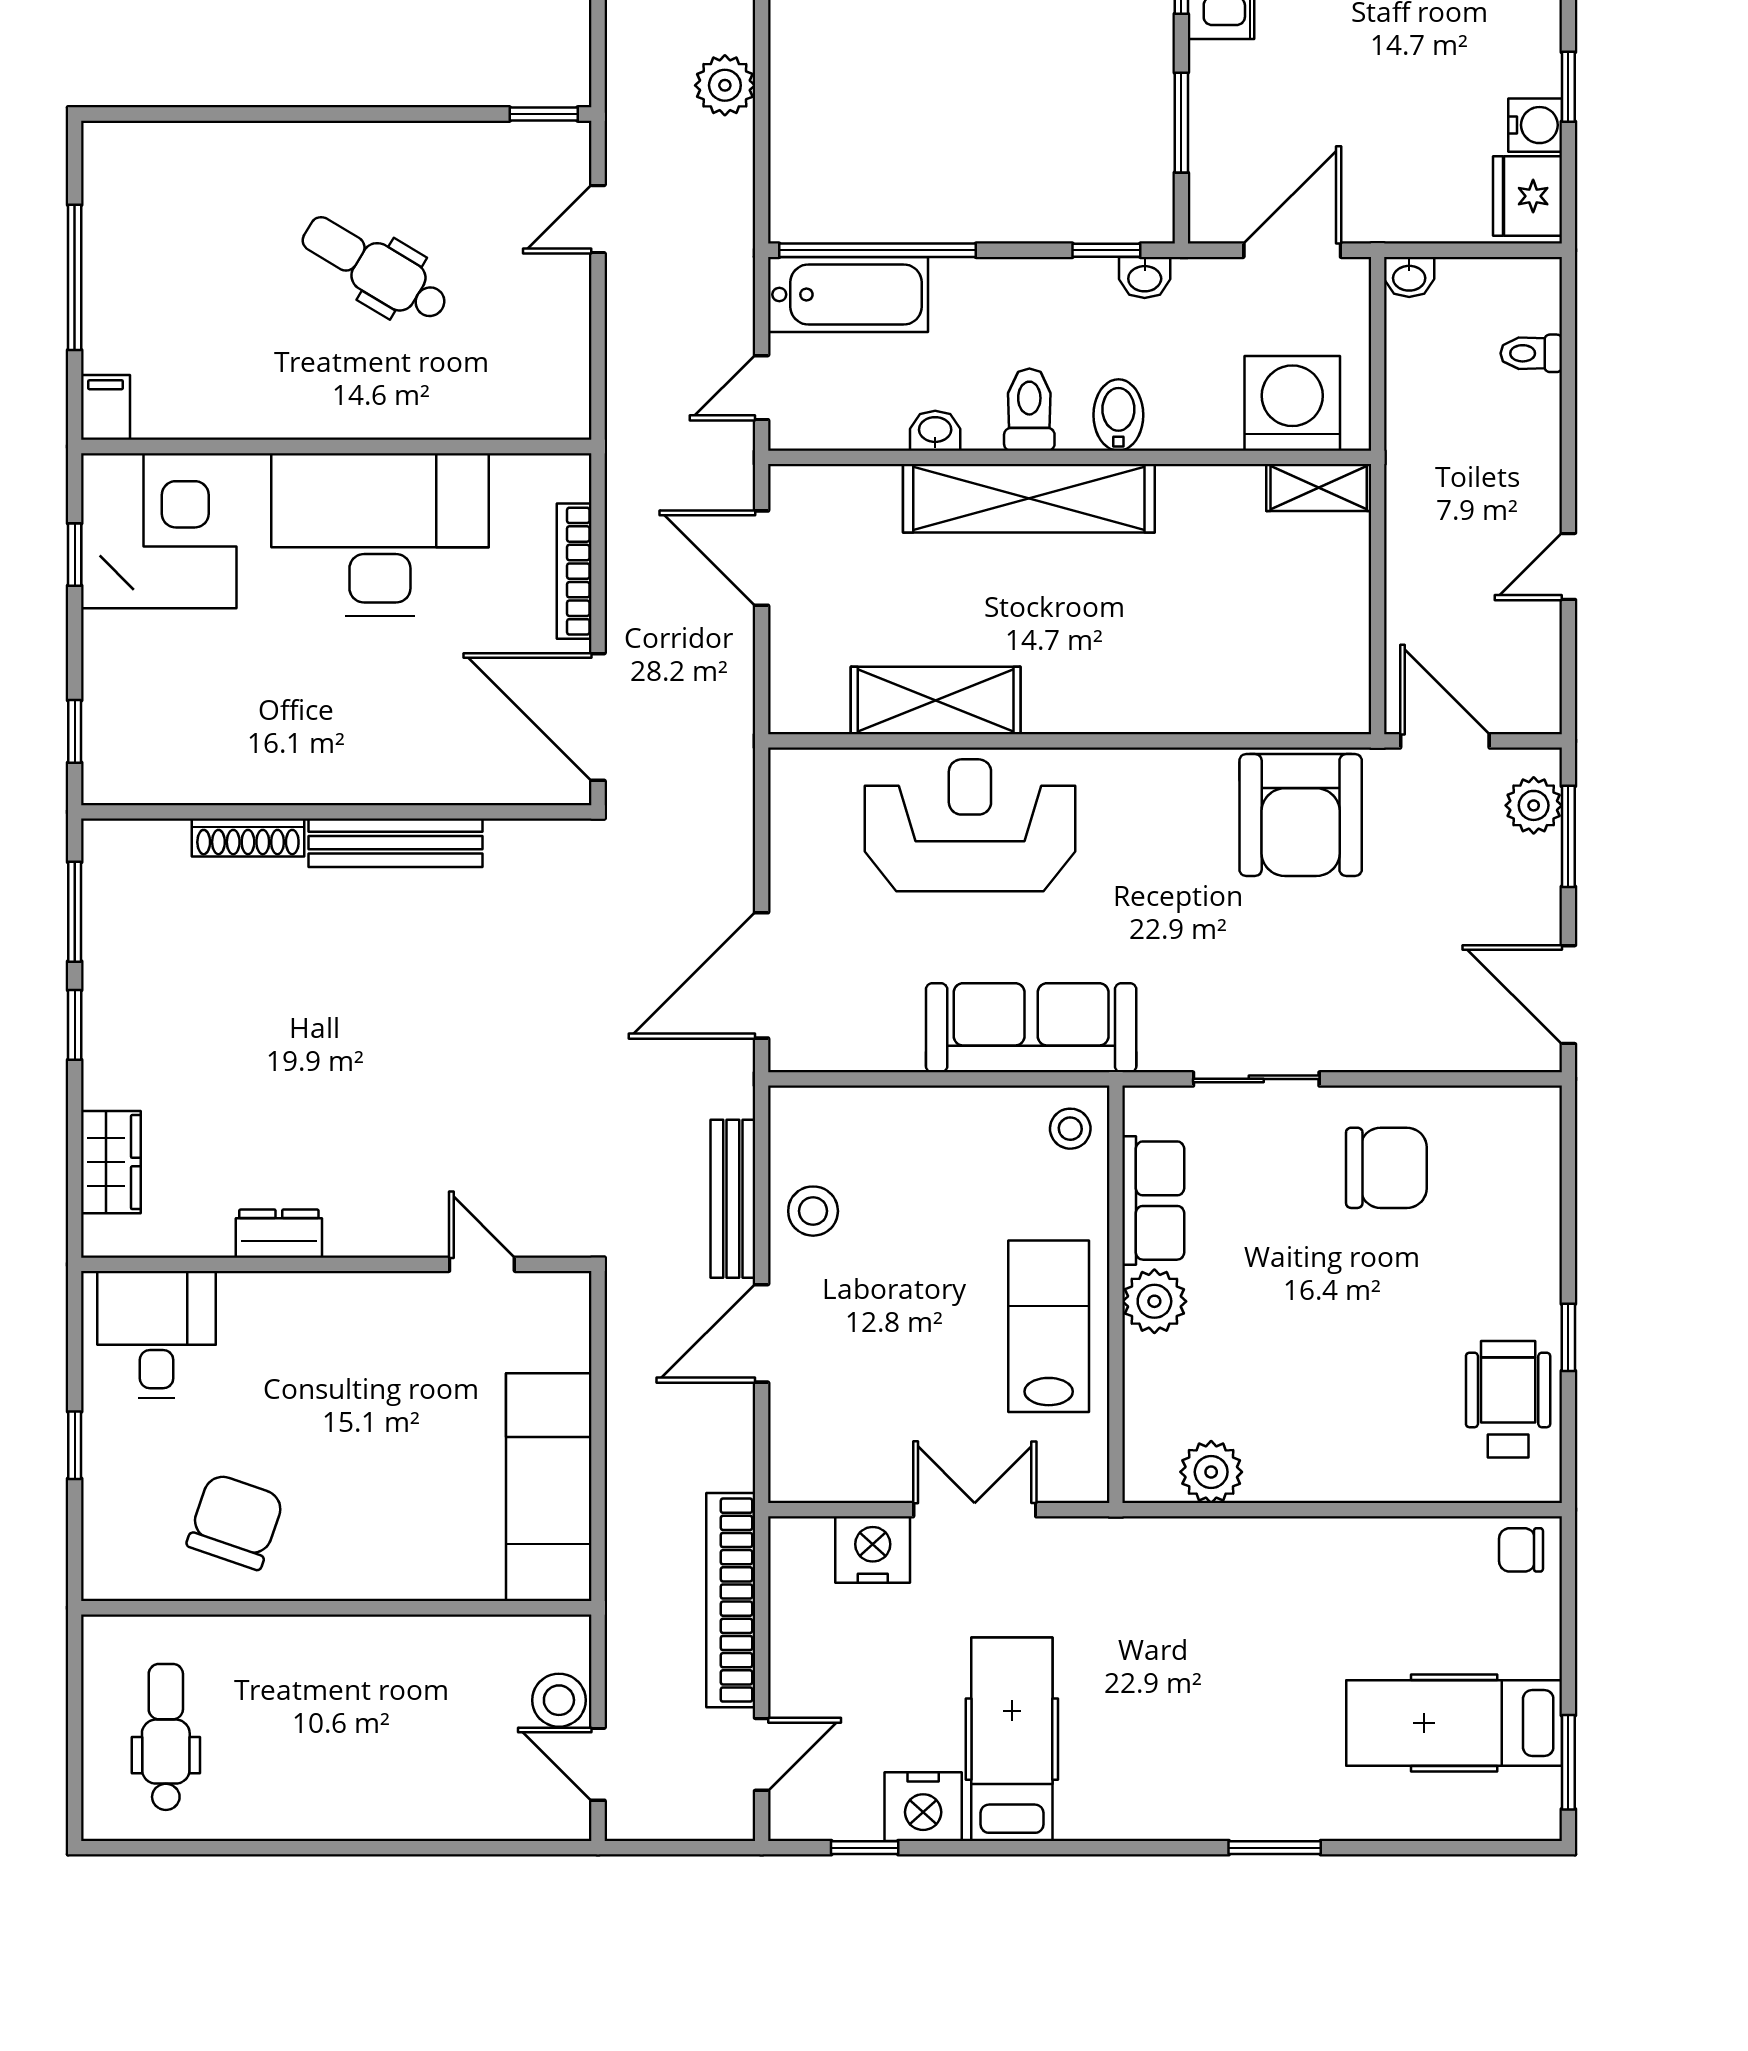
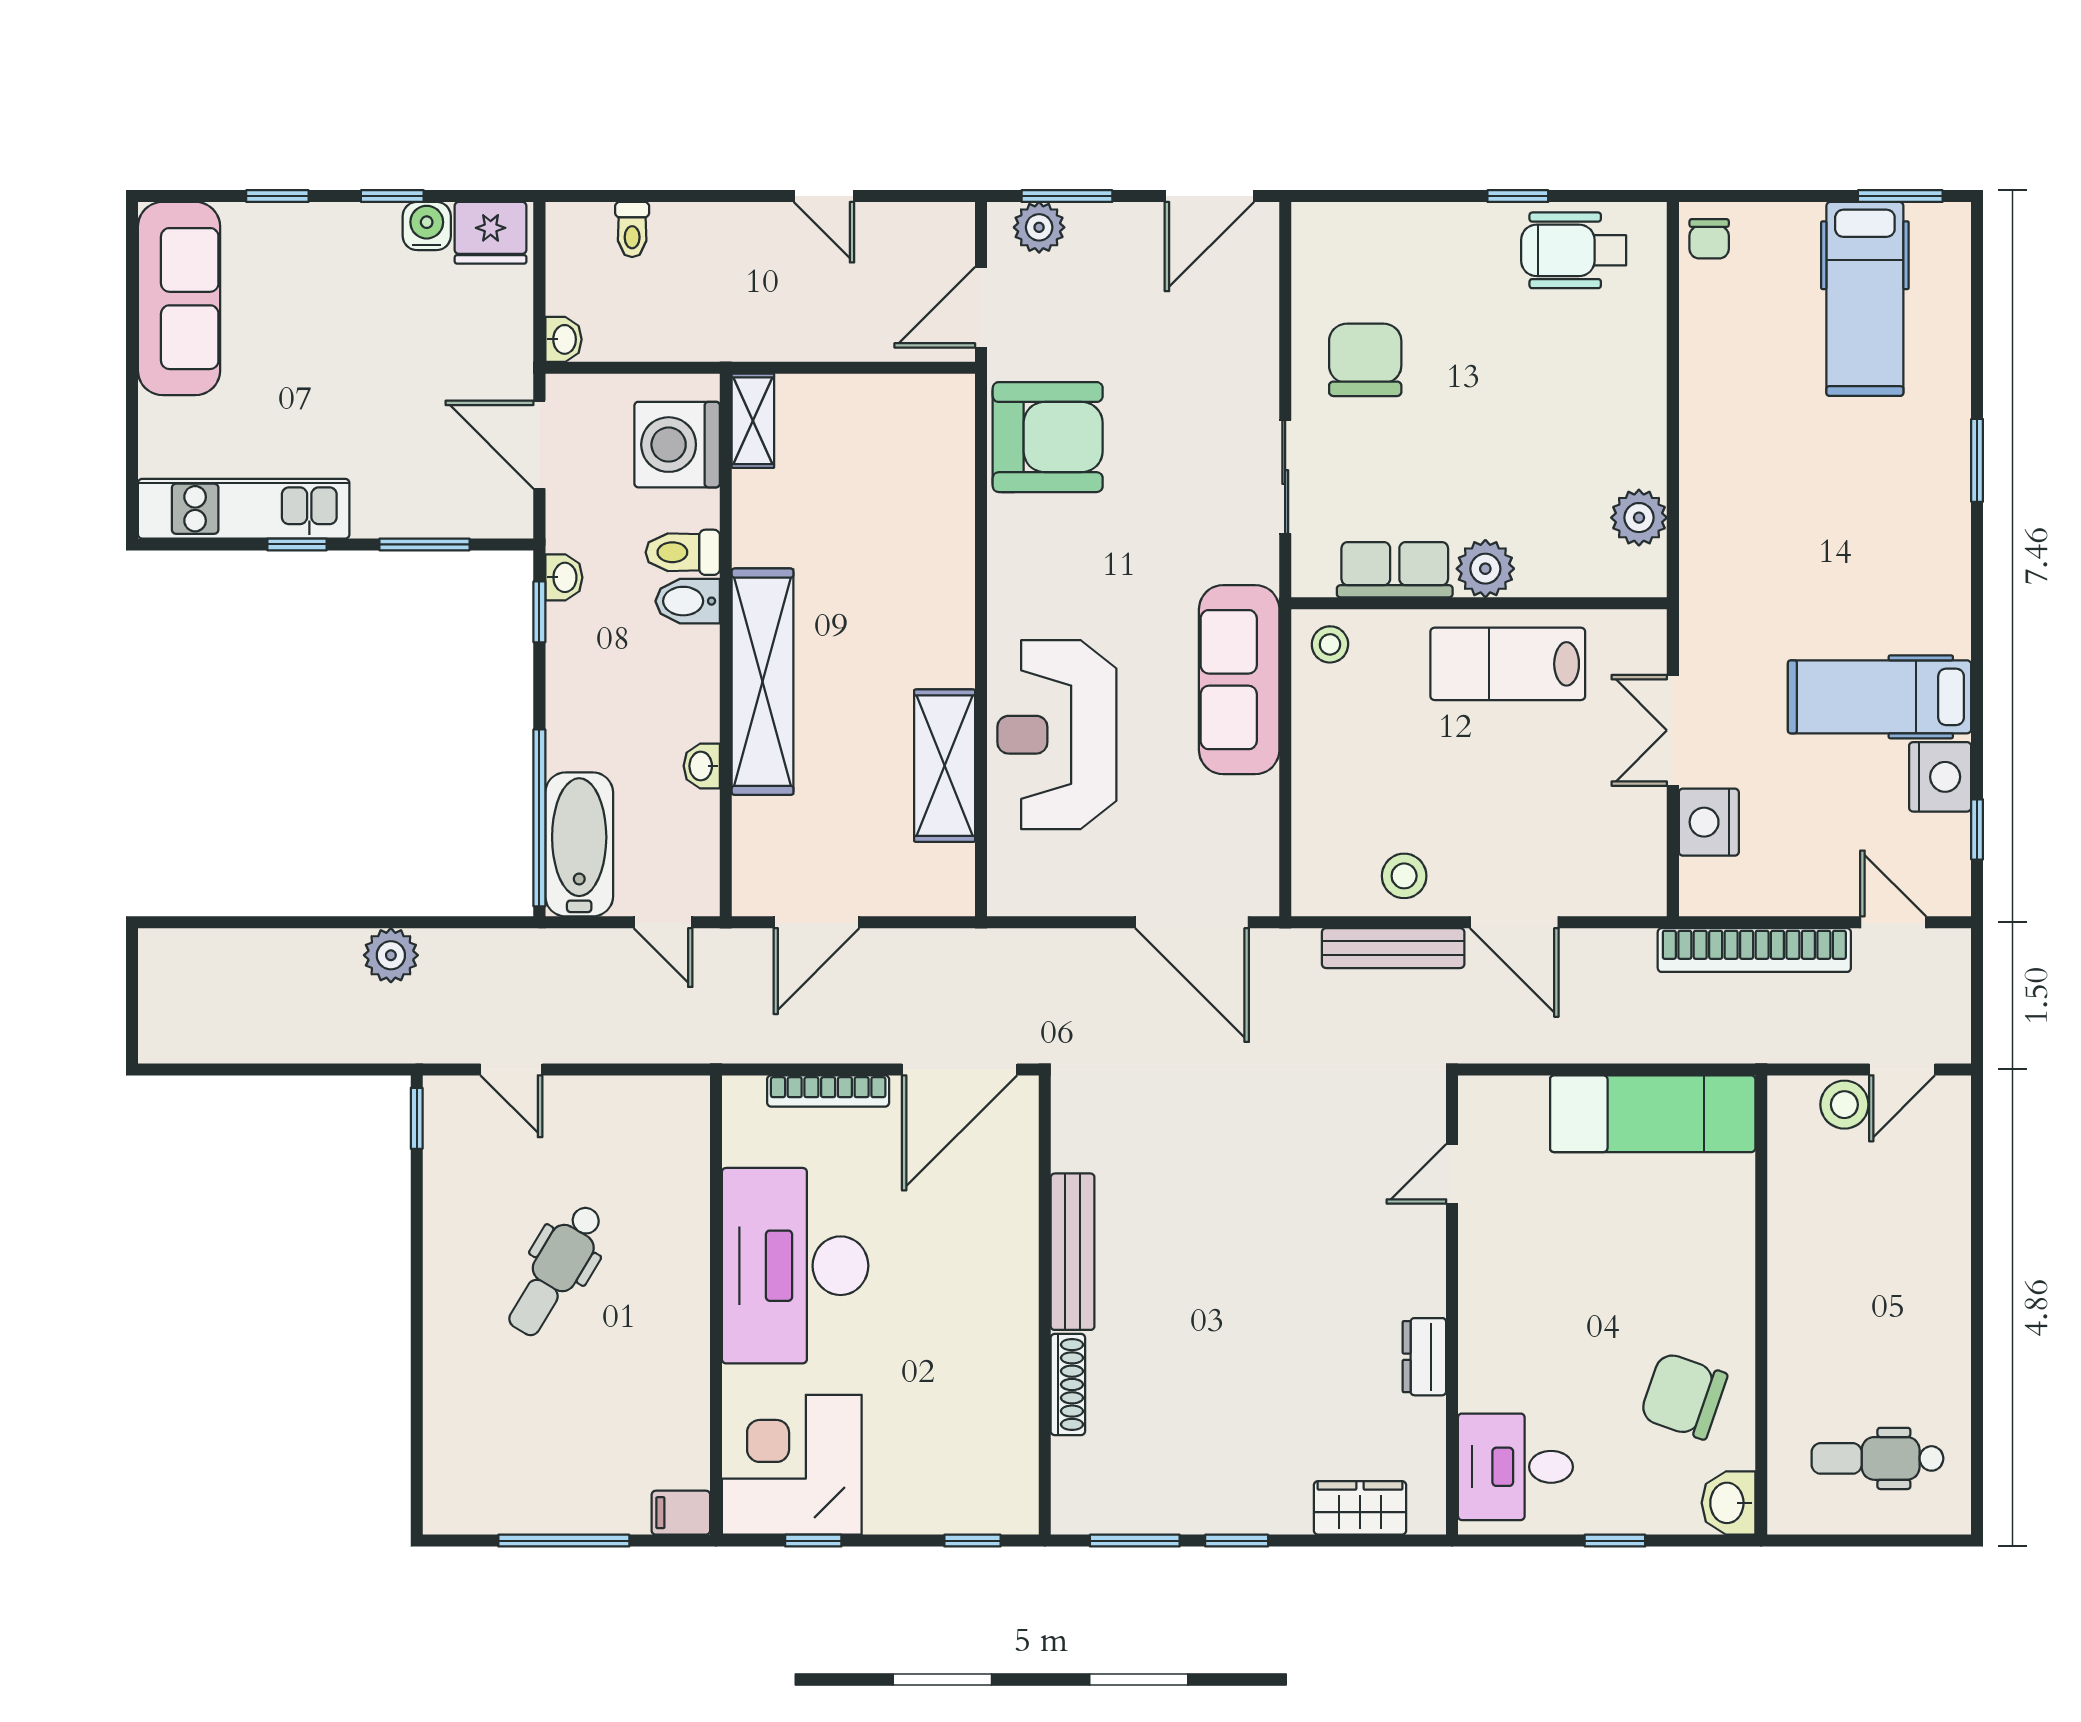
toilet: (1029, 410) -> (683, 552), moved
washbasin: (116, 1571) -> (1729, 1503), added

